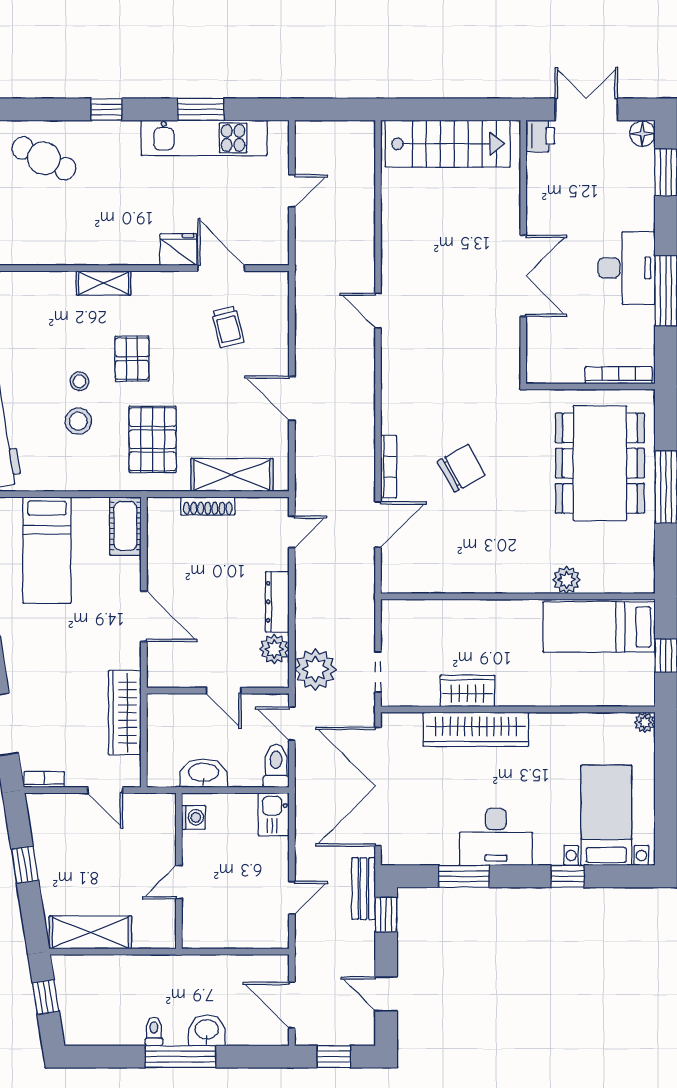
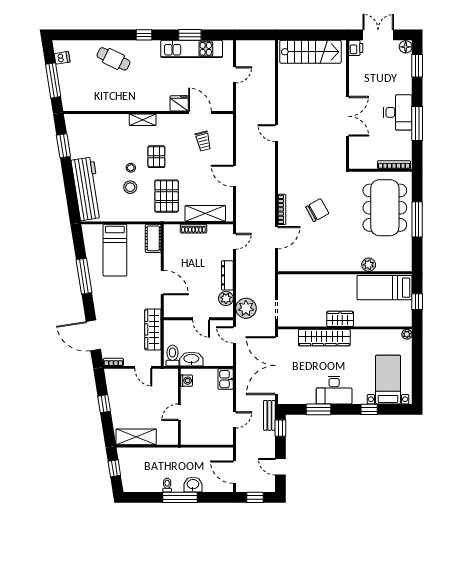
wardrobe: (467, 691) -> (340, 319), moved
toilet: (276, 766) -> (172, 355), moved

